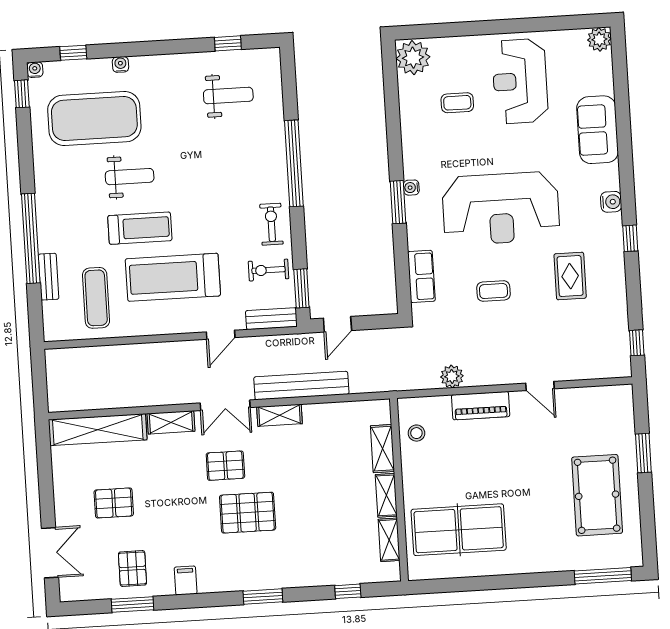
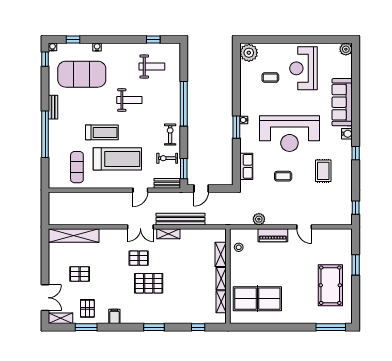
sofa: (598, 130) -> (342, 102), width x1.36
weight bench: (130, 177) -> (129, 100), moved
bench: (49, 277) -> (53, 107), moved
treadmill: (173, 277) -> (117, 159), turned 180
shelving: (171, 422) -> (61, 318), moved

